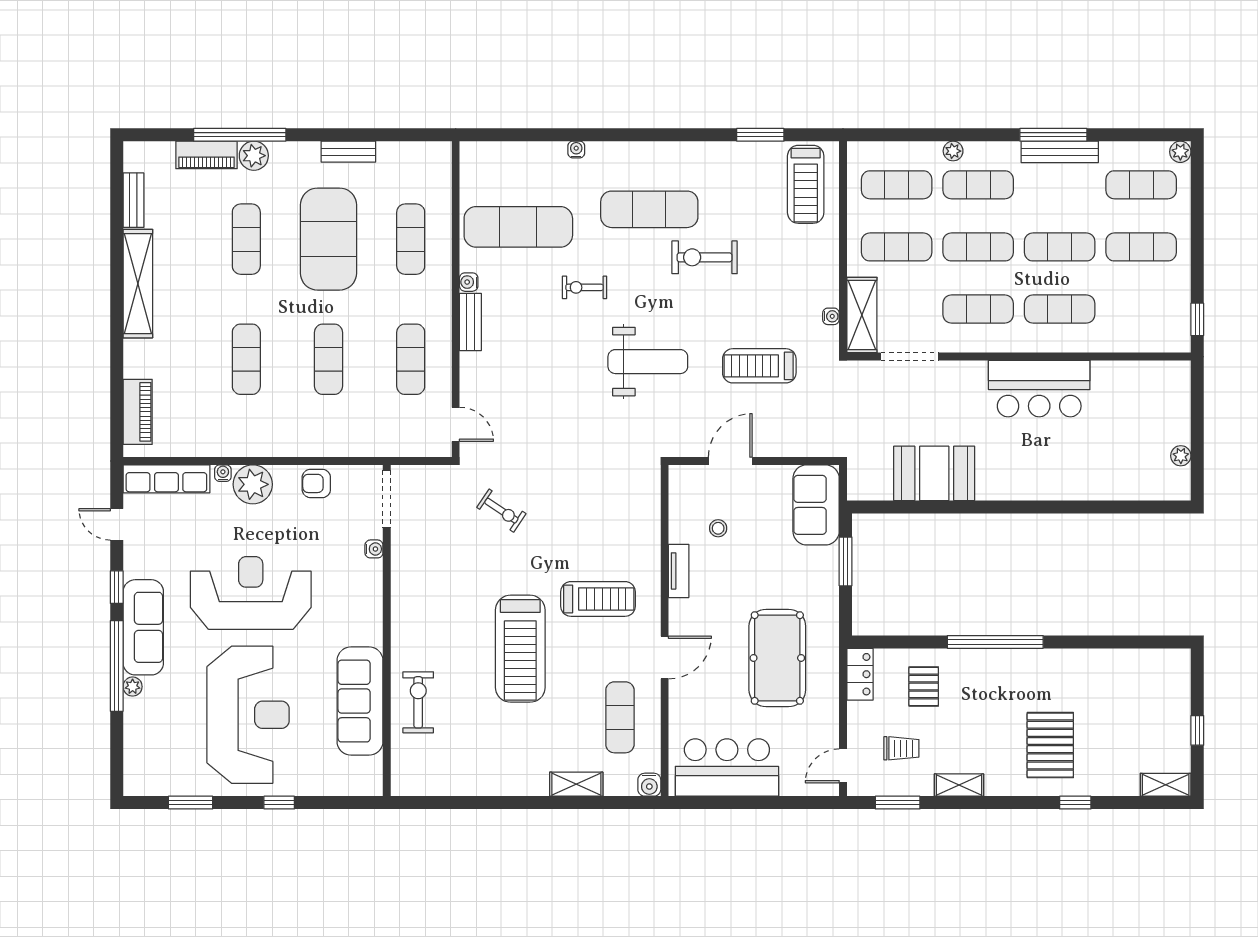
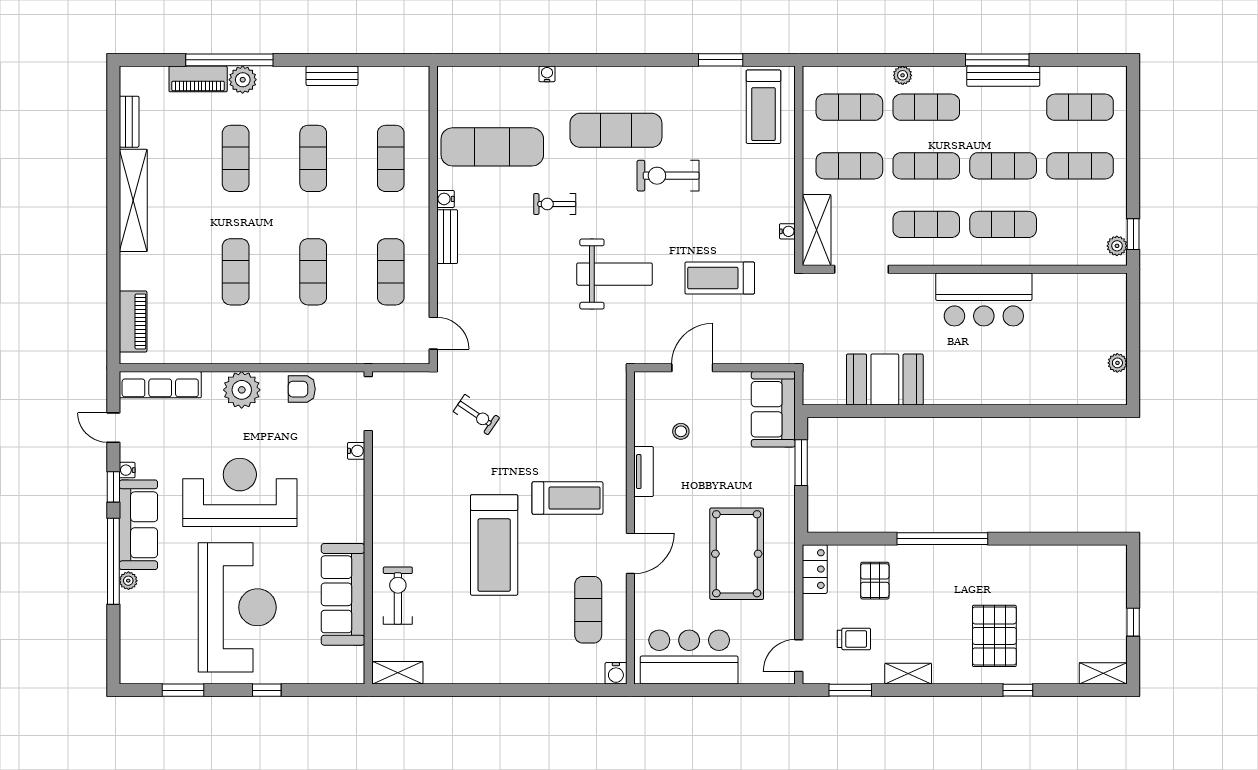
plant: (1180, 152) -> (1117, 246), moved
exercise mat: (328, 239) -> (313, 158), width x0.50, depth x0.69
water cooler: (223, 473) -> (127, 470), moved, turned -90
shelving: (576, 784) -> (398, 673), moved

